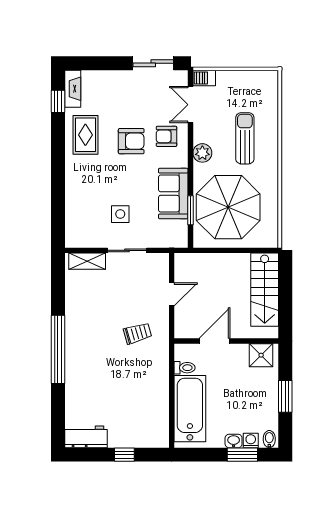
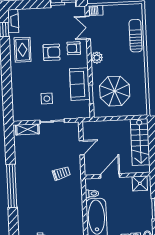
sun lounger: (245, 138) -> (136, 36), moved
parasol: (228, 207) -> (115, 91), width x0.73, depth x0.73

